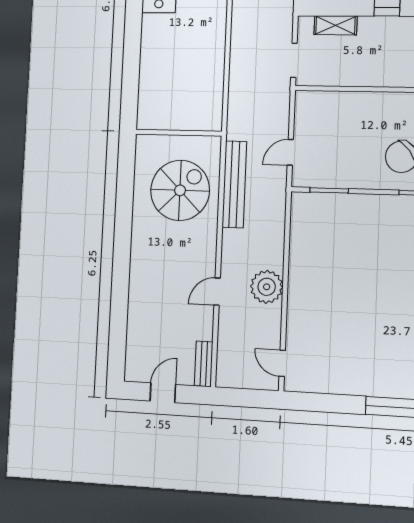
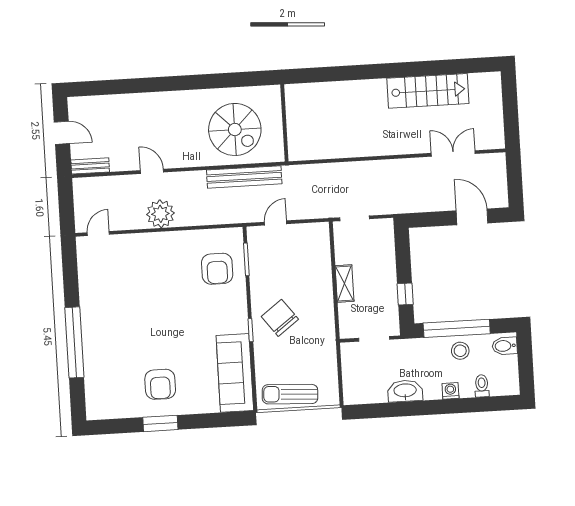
shelving: (336, 25) -> (345, 283), moved
door: (290, 152) -> (276, 223), hinge flipped
armchair: (337, 226) -> (217, 269), added

